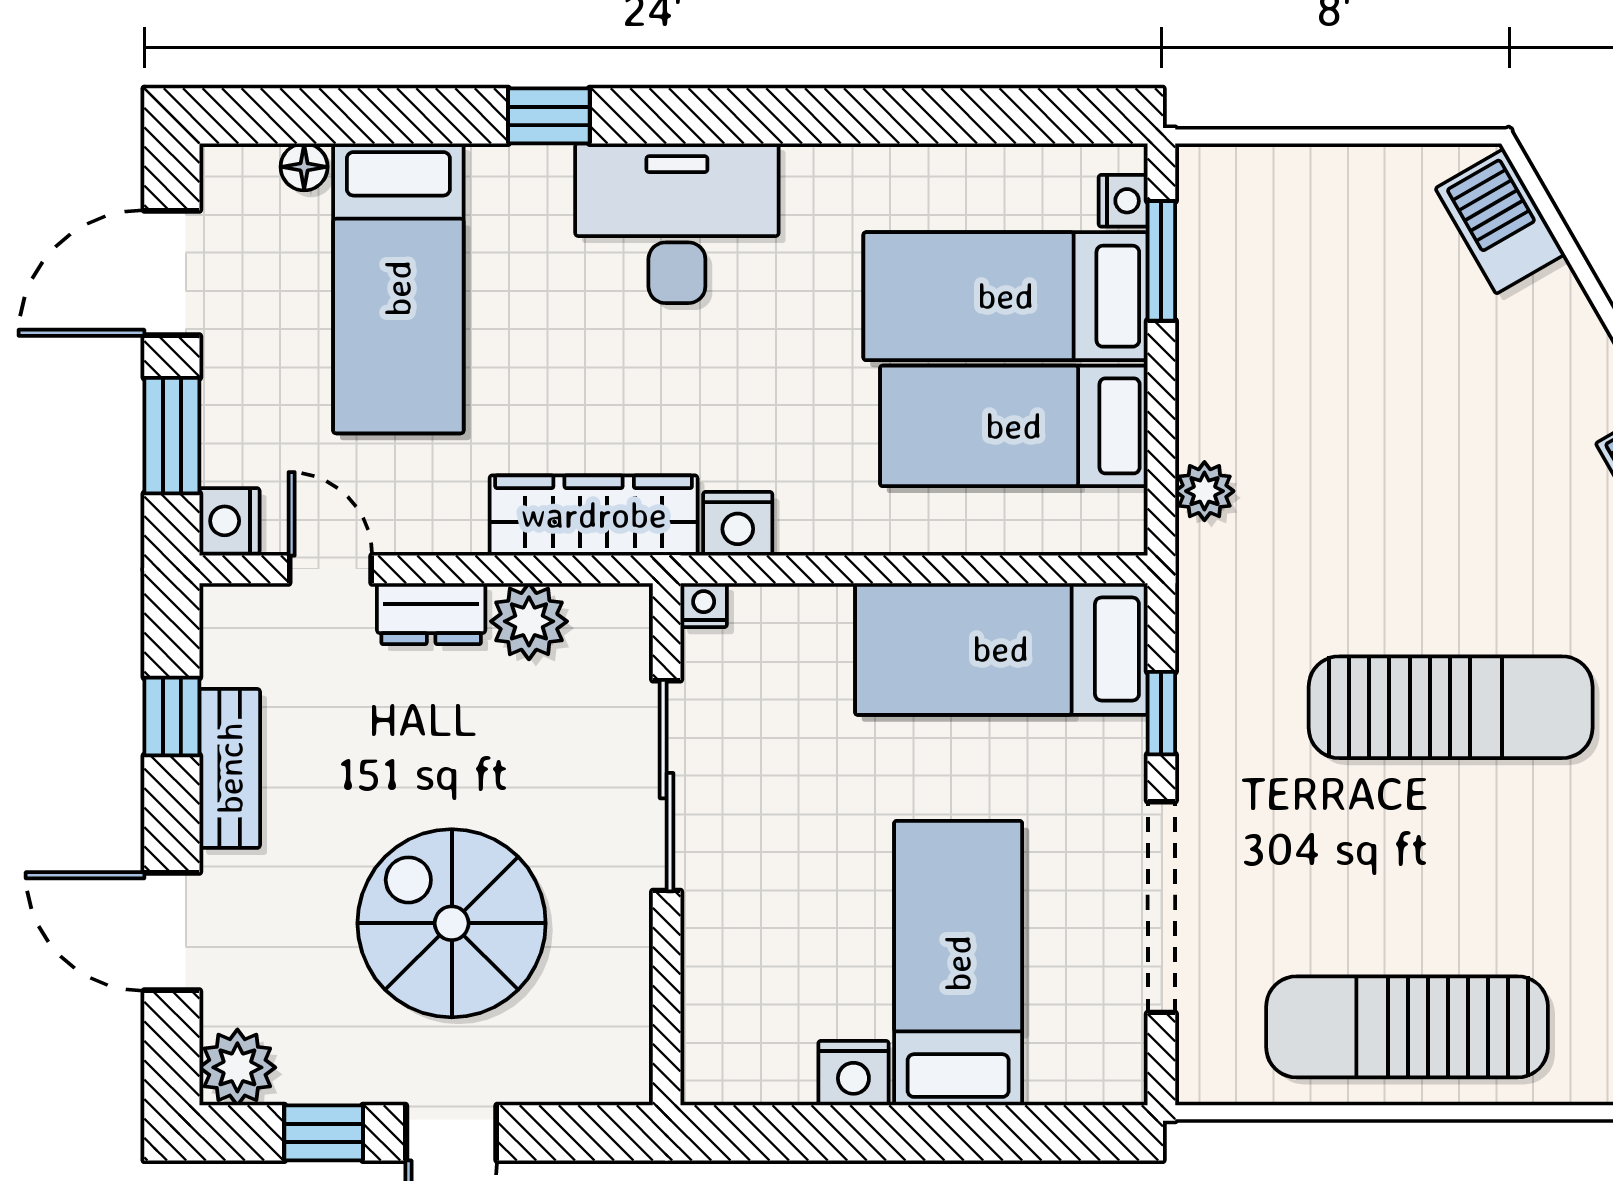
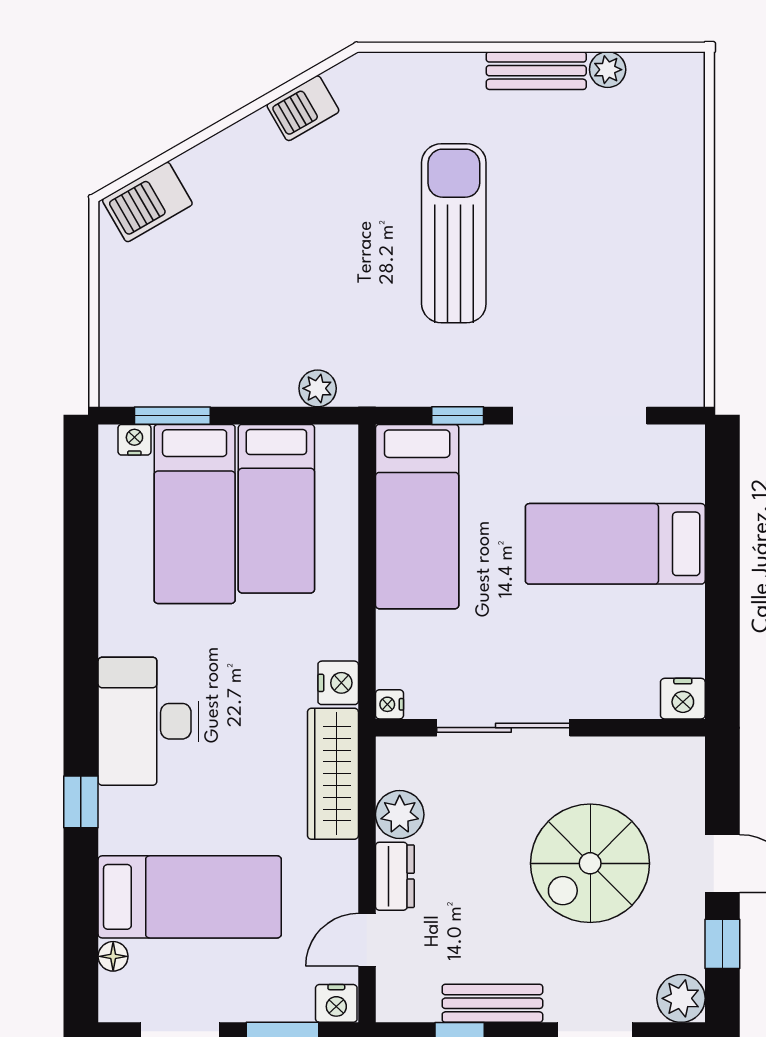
sun lounger: (1407, 1027) -> (655, 261), removed
nightstand: (853, 1073) -> (683, 699), moved, turned 90

